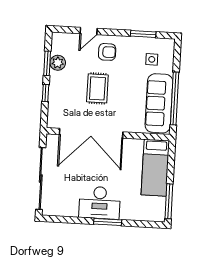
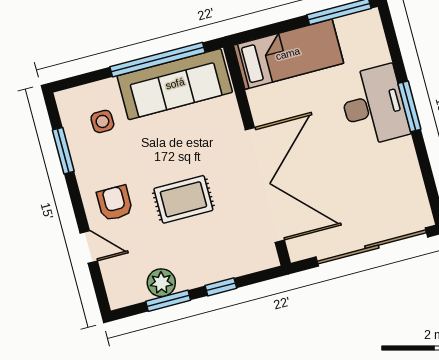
desk: (100, 203) -> (374, 106), moved

